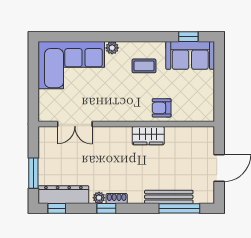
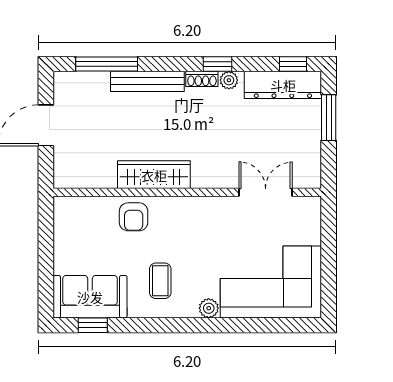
coffee table: (144, 66) -> (160, 281), turned 90
armchair: (162, 108) -> (134, 217), turned 90
wardrobe: (148, 136) -> (154, 175), width x1.50
bench: (169, 197) -> (147, 81), moved

